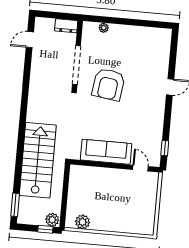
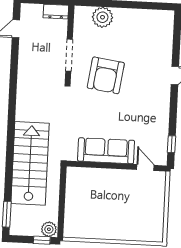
plant: (104, 28) -> (102, 17), width x1.88, depth x1.88
doorway: (76, 65) -> (69, 55), width x0.73
plant: (83, 222) -> (83, 230), removed

